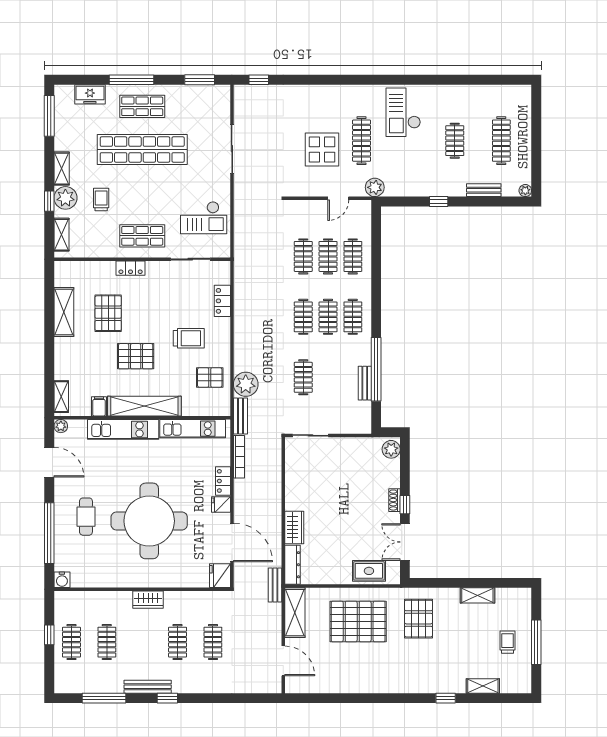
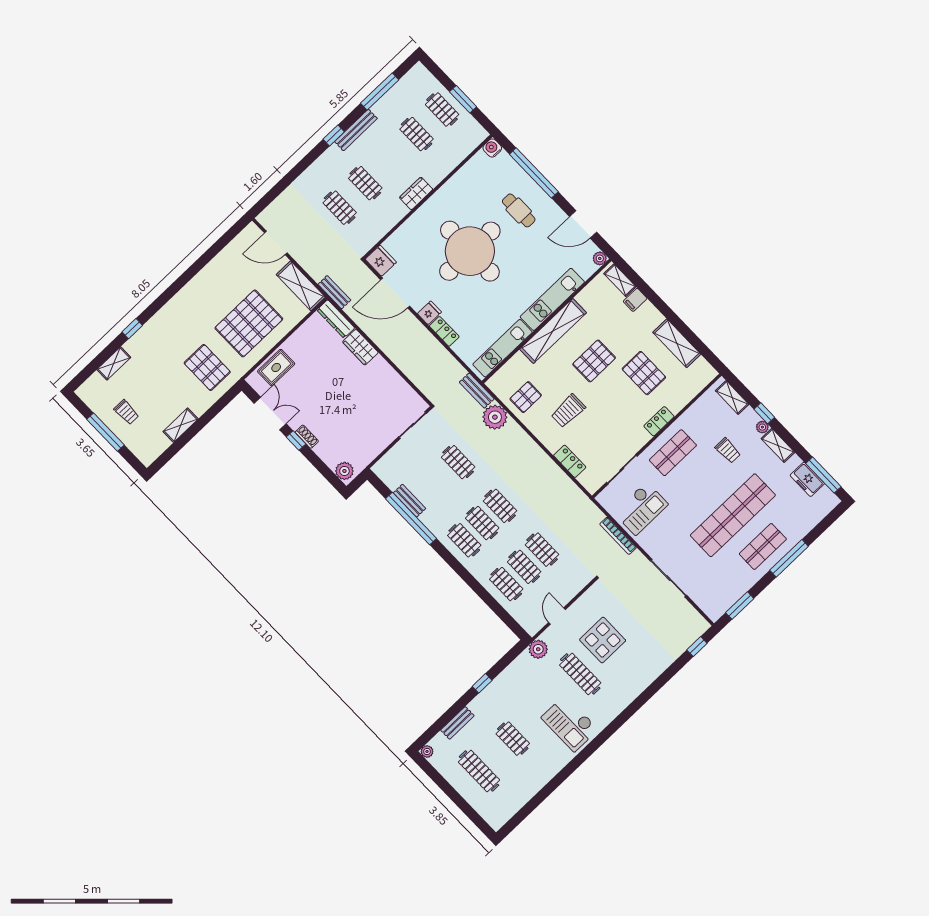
freezer: (90, 94) -> (807, 479), moved, turned -90
checkout: (403, 112) -> (570, 723), turned 180
plant: (65, 198) -> (762, 427), width x0.53, depth x0.53
checkout: (204, 218) -> (641, 509), turned 180
filing cabinet: (99, 406) -> (635, 300), moved, turned 90
bookcase: (239, 457) -> (618, 536), moved
window: (49, 635) -> (463, 99), width x1.50

